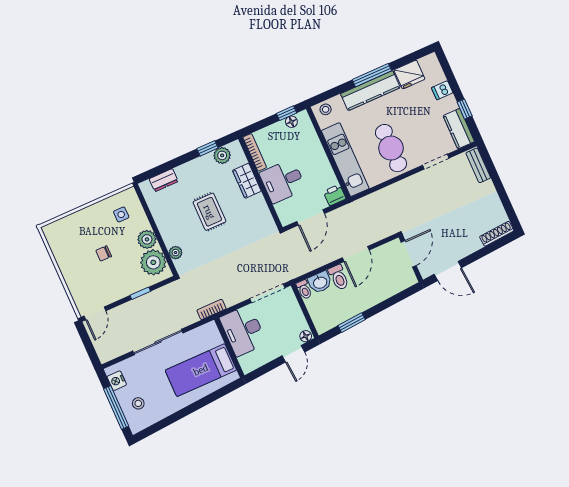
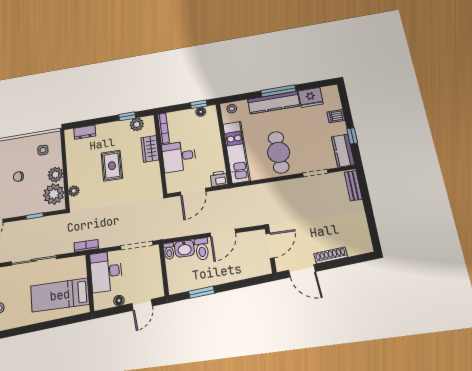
shoe rack: (497, 234) -> (331, 255), moved
floor lamp: (306, 336) -> (119, 301), moved

